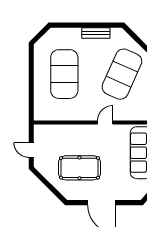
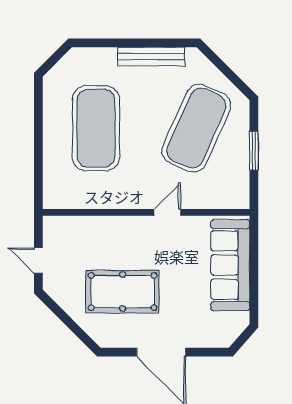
bench: (96, 33) -> (151, 56), width x1.36

